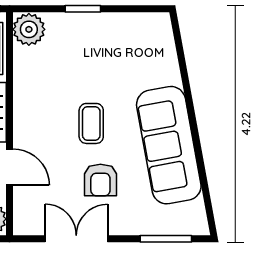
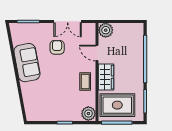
coffee table: (91, 123) -> (85, 81), moved
sofa: (169, 145) -> (27, 63), width x0.73

